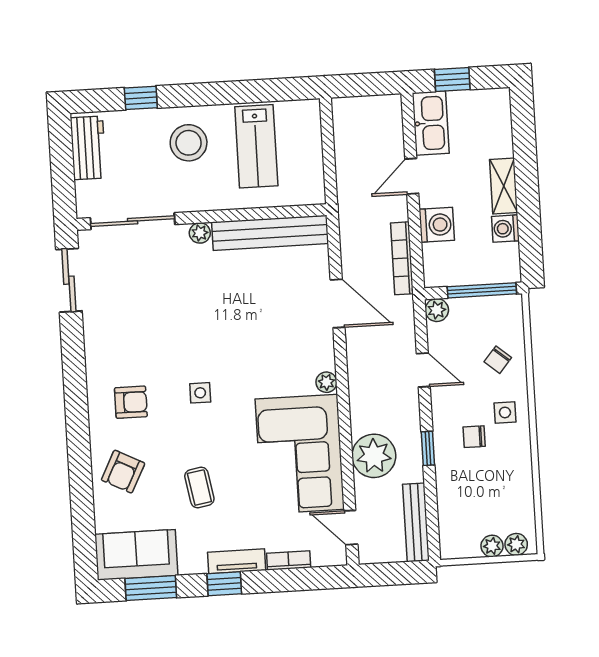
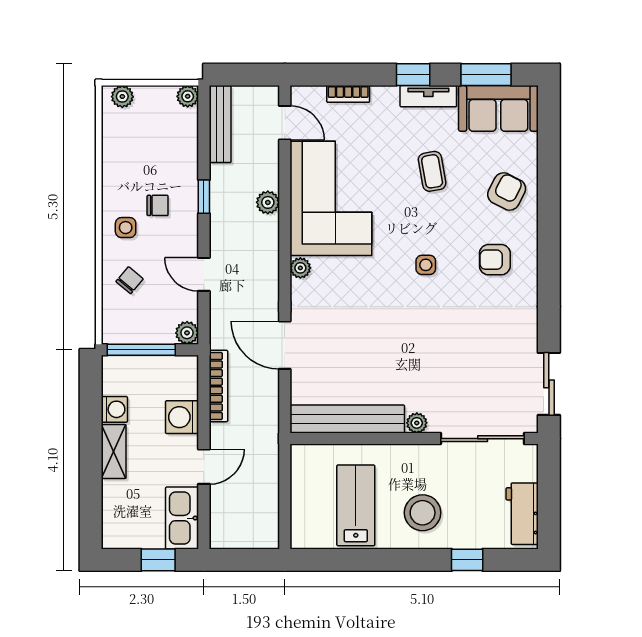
plant: (374, 456) -> (268, 202), width x0.53, depth x0.53
plant: (492, 546) -> (188, 96), moved
tv unit: (237, 561) -> (428, 96), moved

